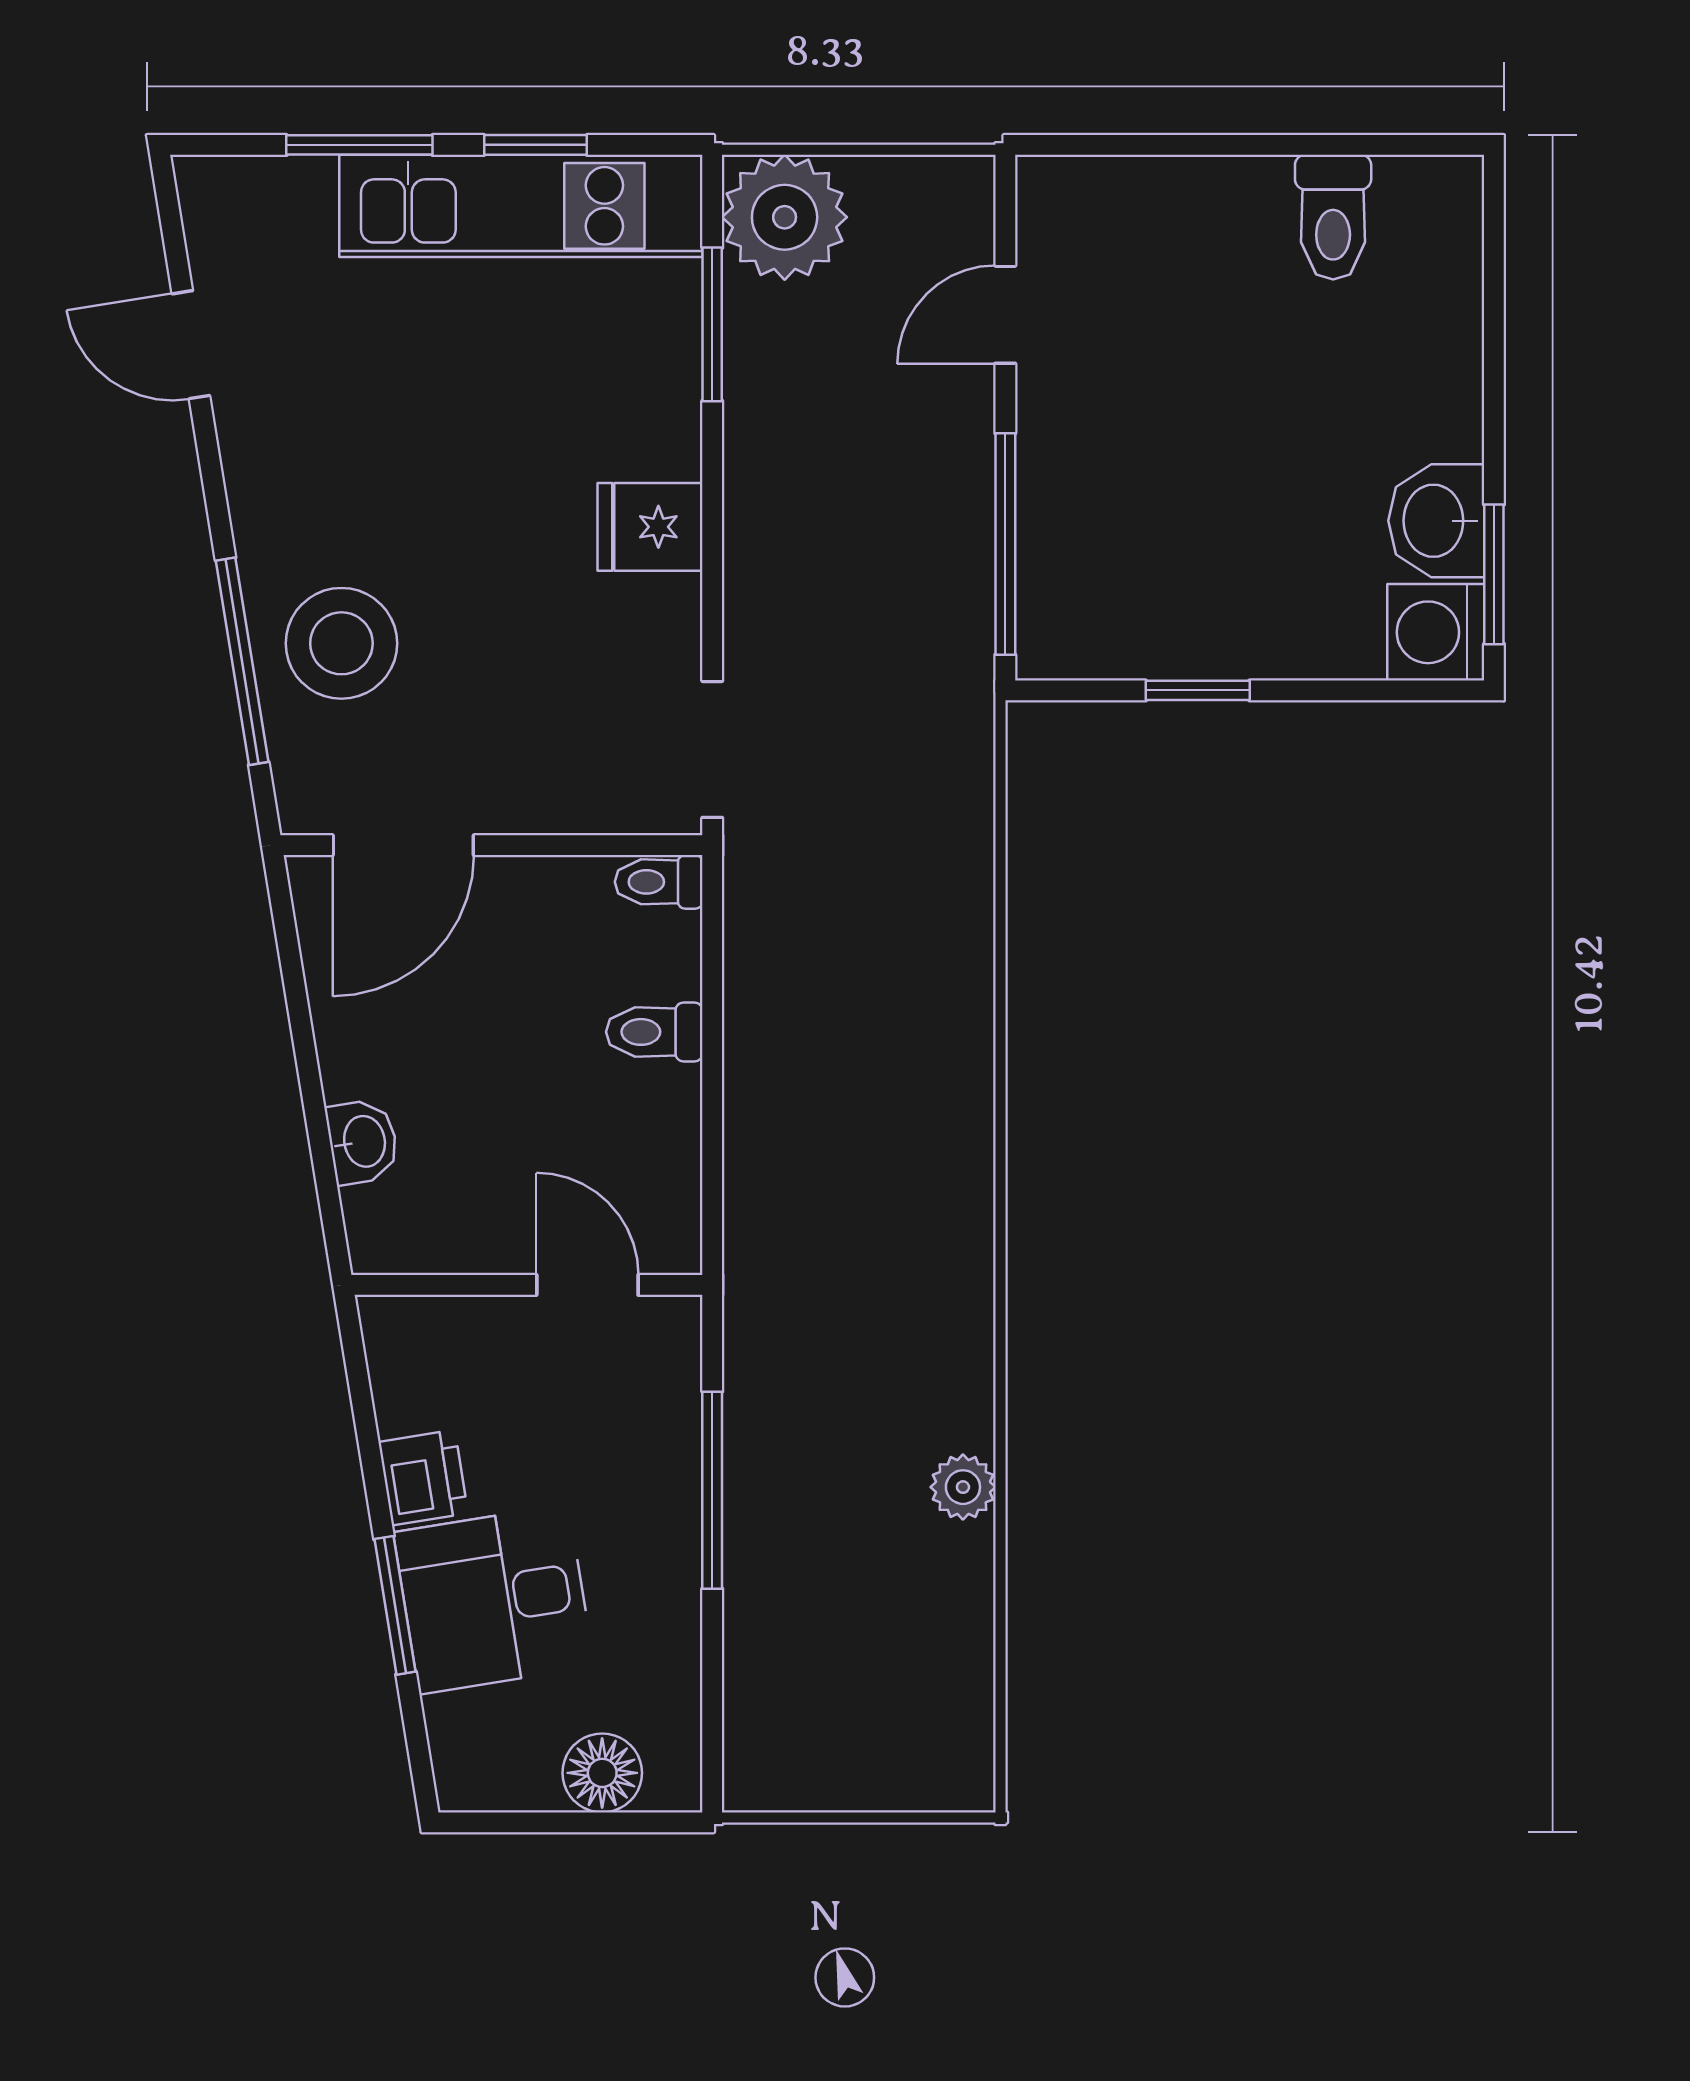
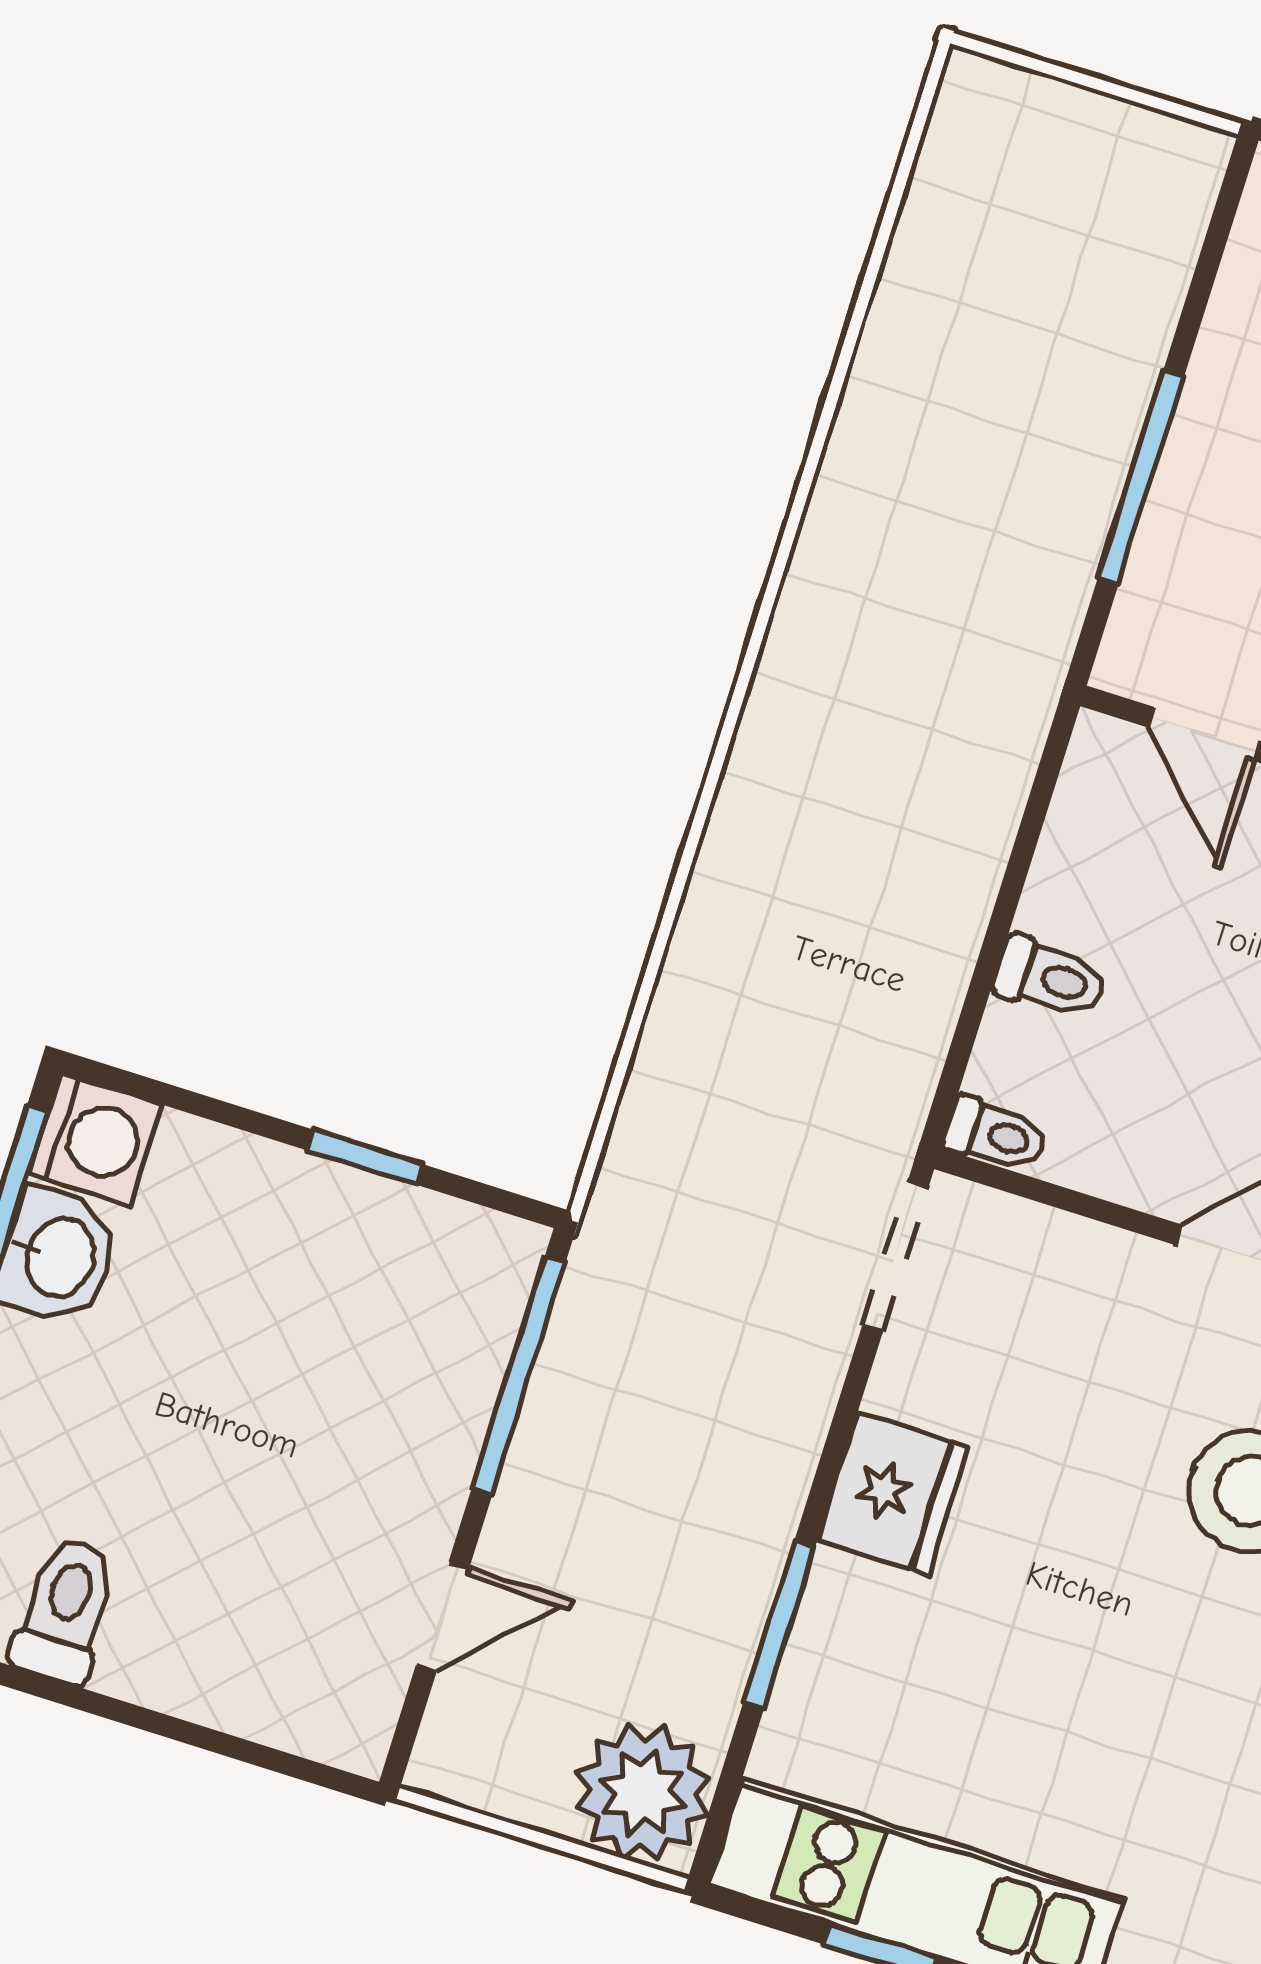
window: (712, 324) -> (779, 1625), moved
fridge: (650, 527) -> (893, 1493), width x1.38
plant: (963, 1487) -> (876, 397), removed

